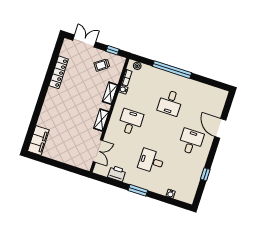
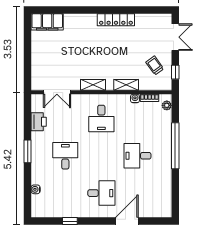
locker: (59, 72) -> (116, 20), moved
desk: (131, 122) -> (101, 118), turned 90

